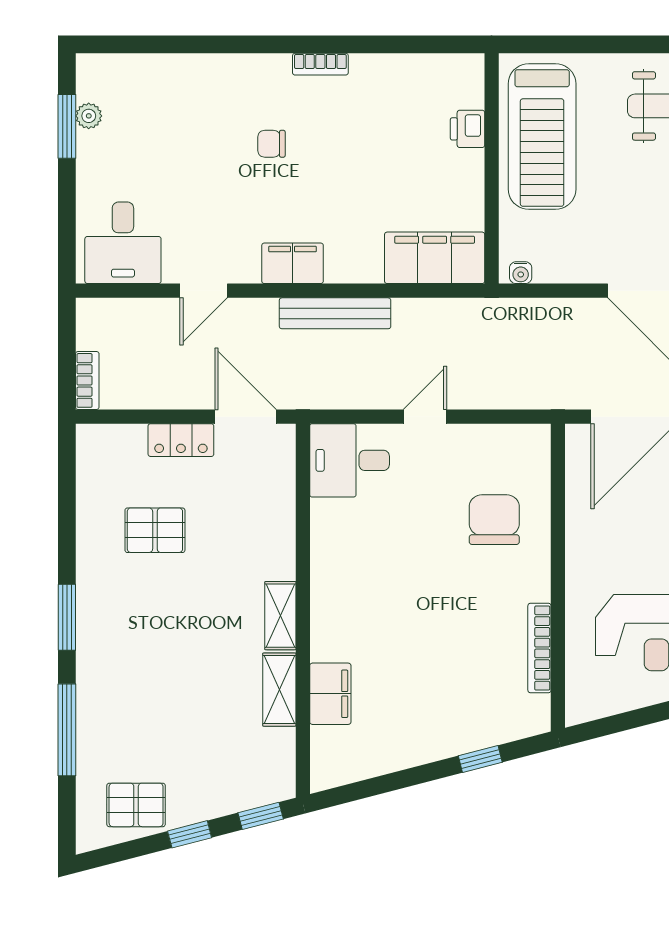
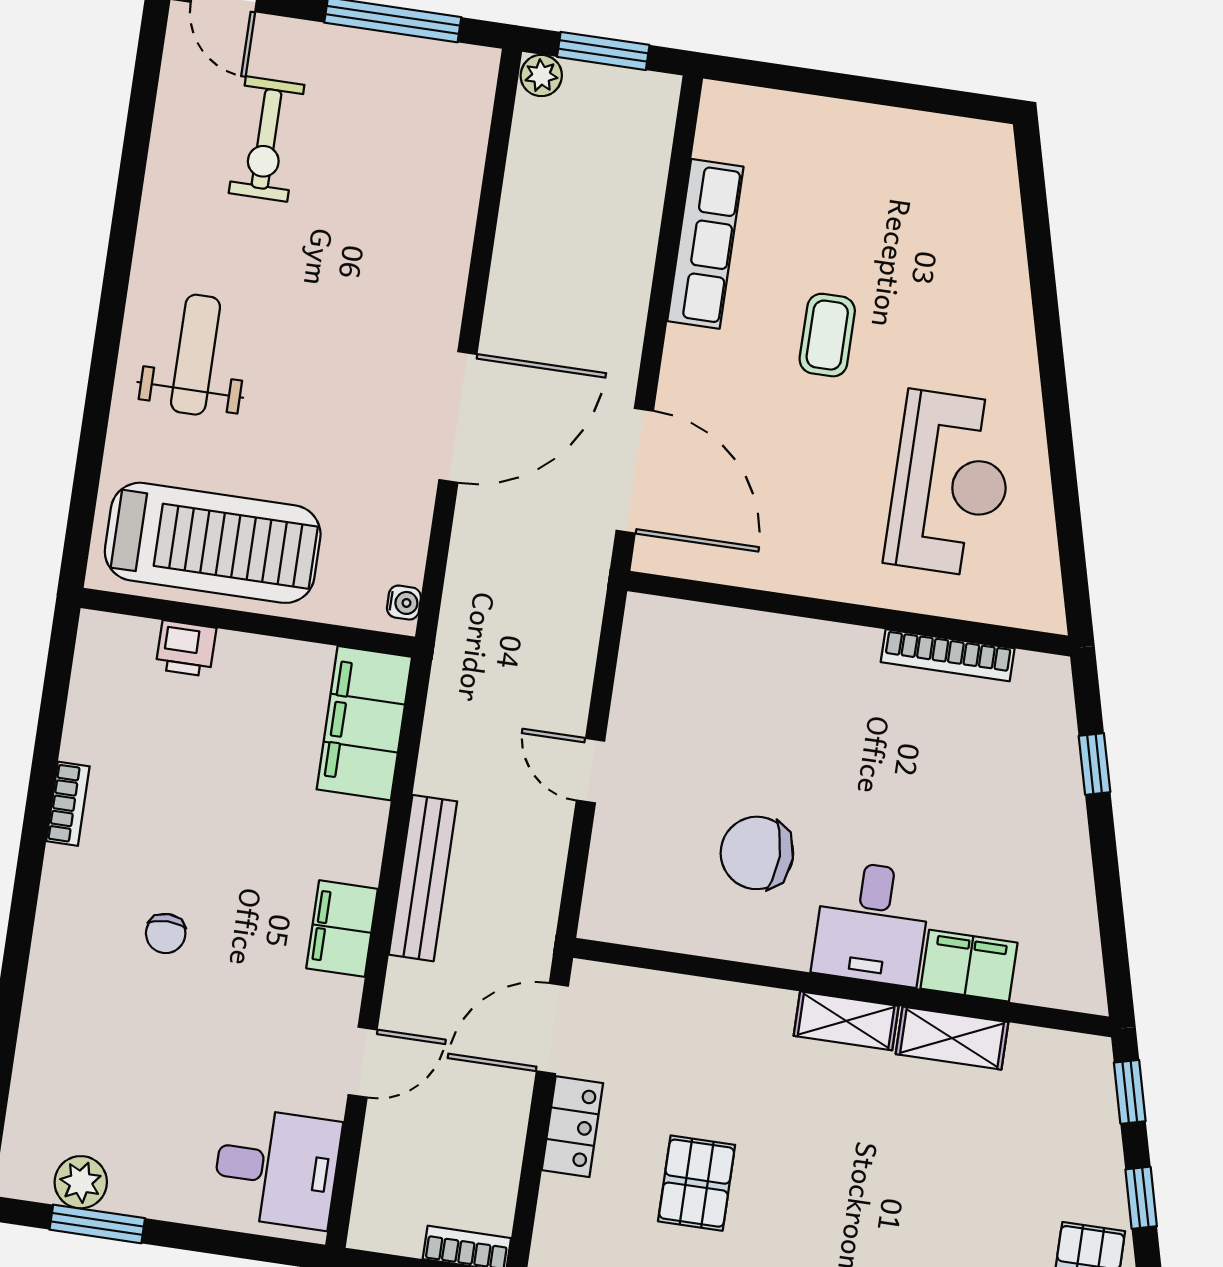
bookcase: (320, 64) -> (68, 804), moved
plant: (89, 116) -> (81, 1182), width x1.38, depth x1.38
door: (204, 291) -> (363, 1062), hinge flipped
desk: (350, 460) -> (872, 923), moved
chair: (494, 520) -> (757, 853), moved

